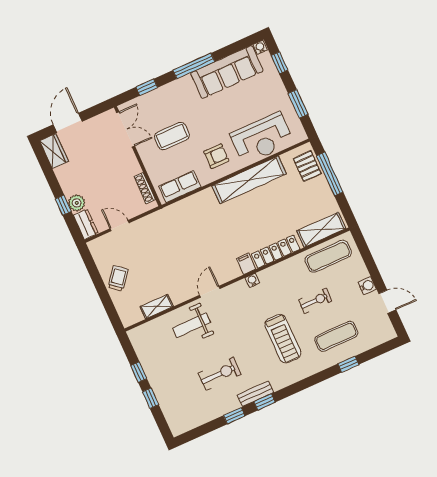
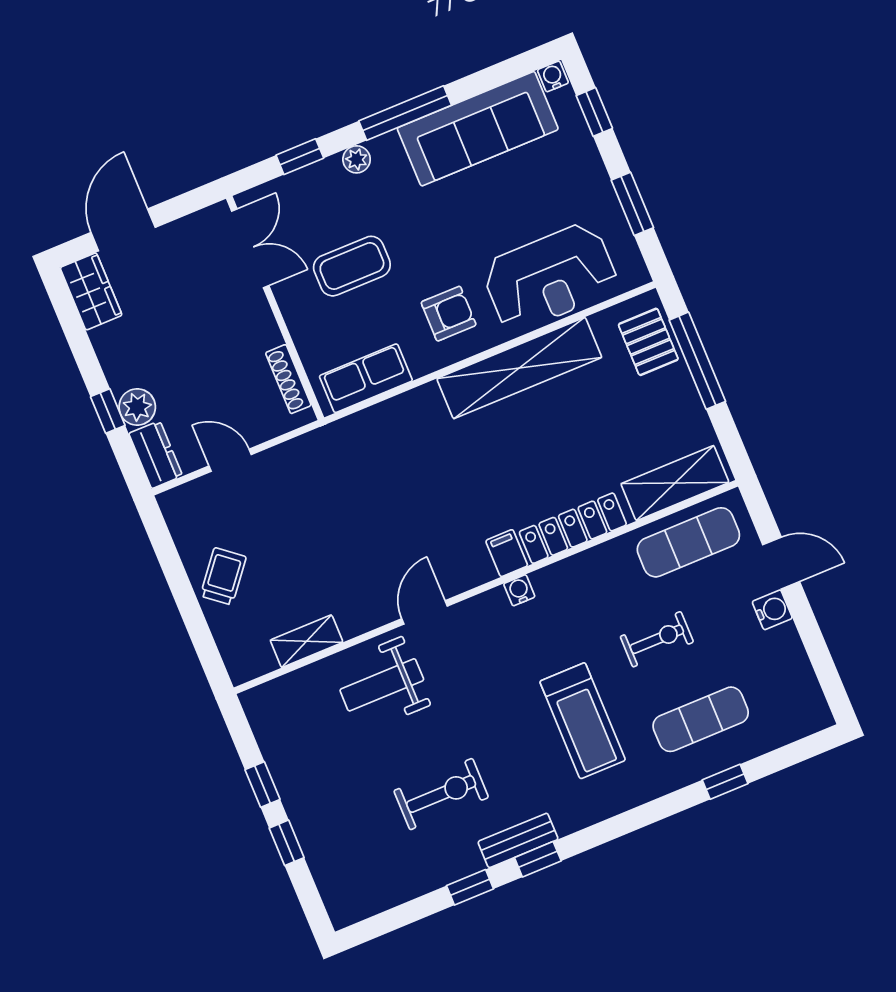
plant: (172, 88) -> (357, 159), added
door: (387, 302) -> (781, 563), moved

